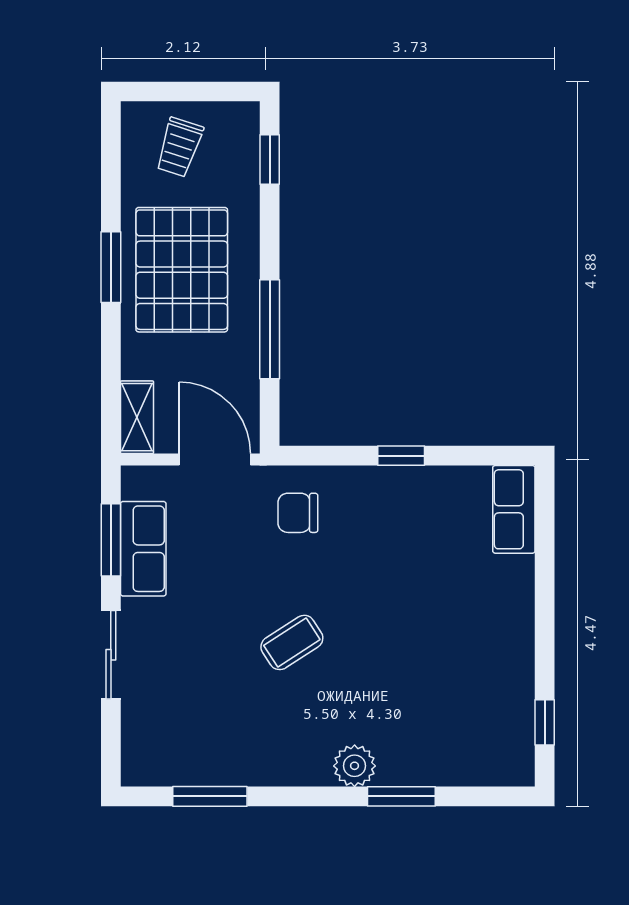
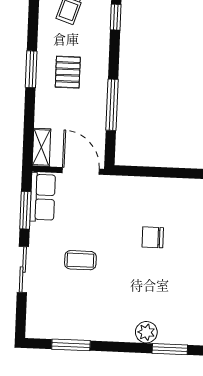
pallet: (182, 270) -> (68, 72), width x0.49, depth x0.50
window: (401, 456) -> (177, 173), removed
chair: (298, 513) -> (153, 237), moved
row of seats: (143, 549) -> (43, 197), moved
coffee table: (292, 642) -> (80, 260), moved, turned 33

